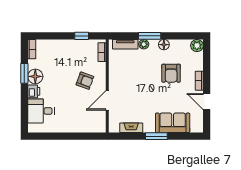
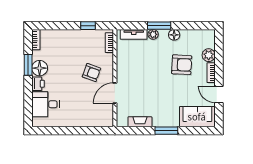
plant: (197, 46) -> (209, 55), moved
armchair: (171, 73) -> (182, 65), turned -87
sofa: (173, 123) -> (197, 117), moved

